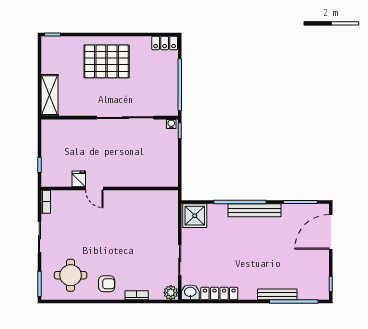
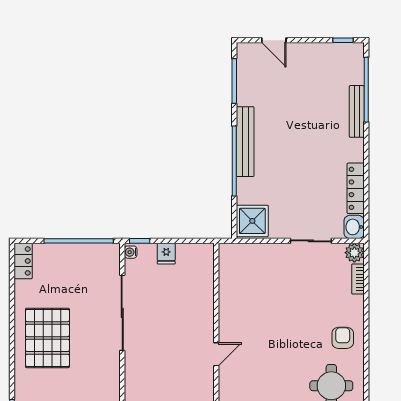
fridge: (79, 179) -> (166, 254), moved, turned -90
door: (331, 232) -> (274, 40), width x0.53
bookcase: (137, 295) -> (358, 279), moved

